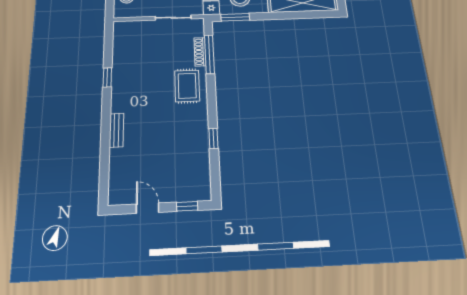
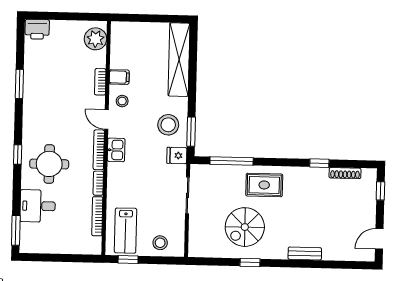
shoe rack: (200, 52) -> (345, 173), moved
spiral stairs: (144, 70) -> (245, 227), added
door: (147, 208) -> (379, 239), moved

